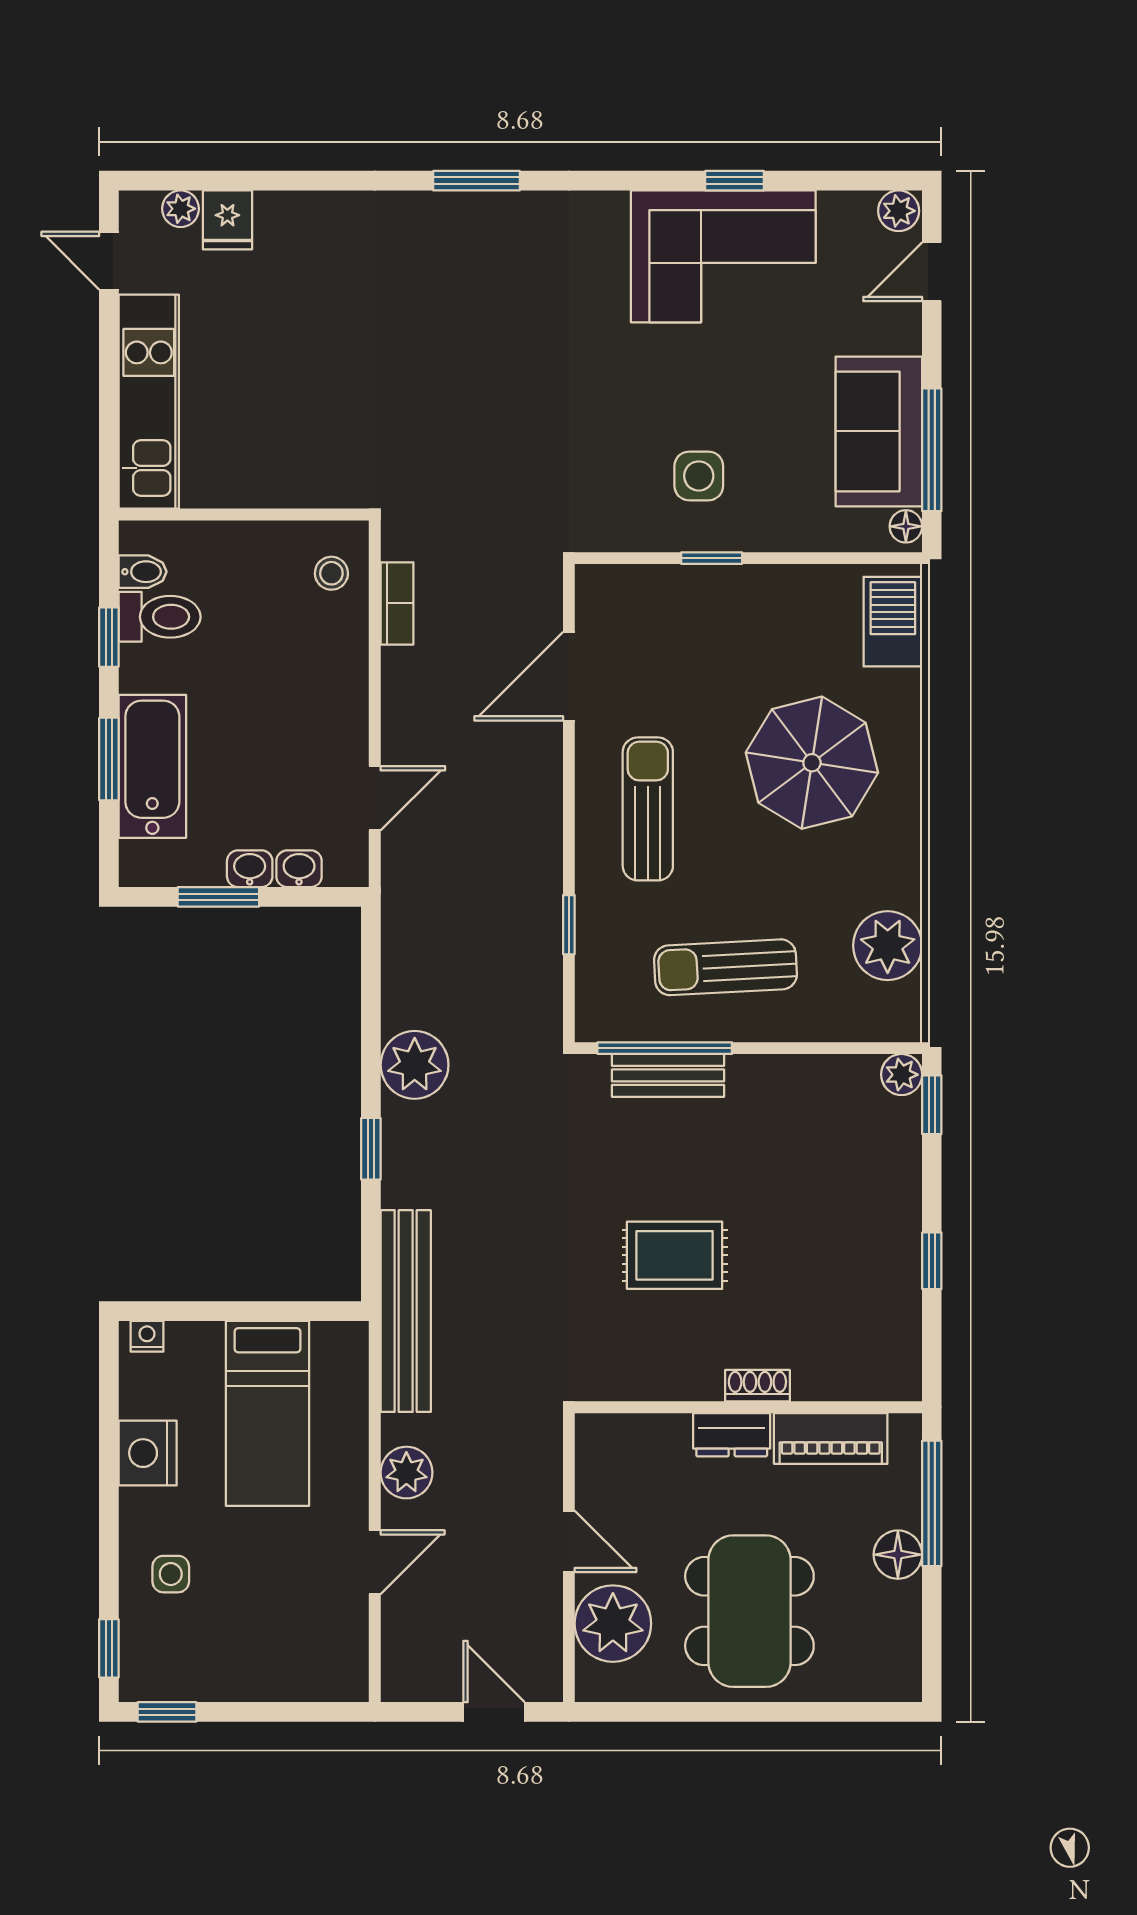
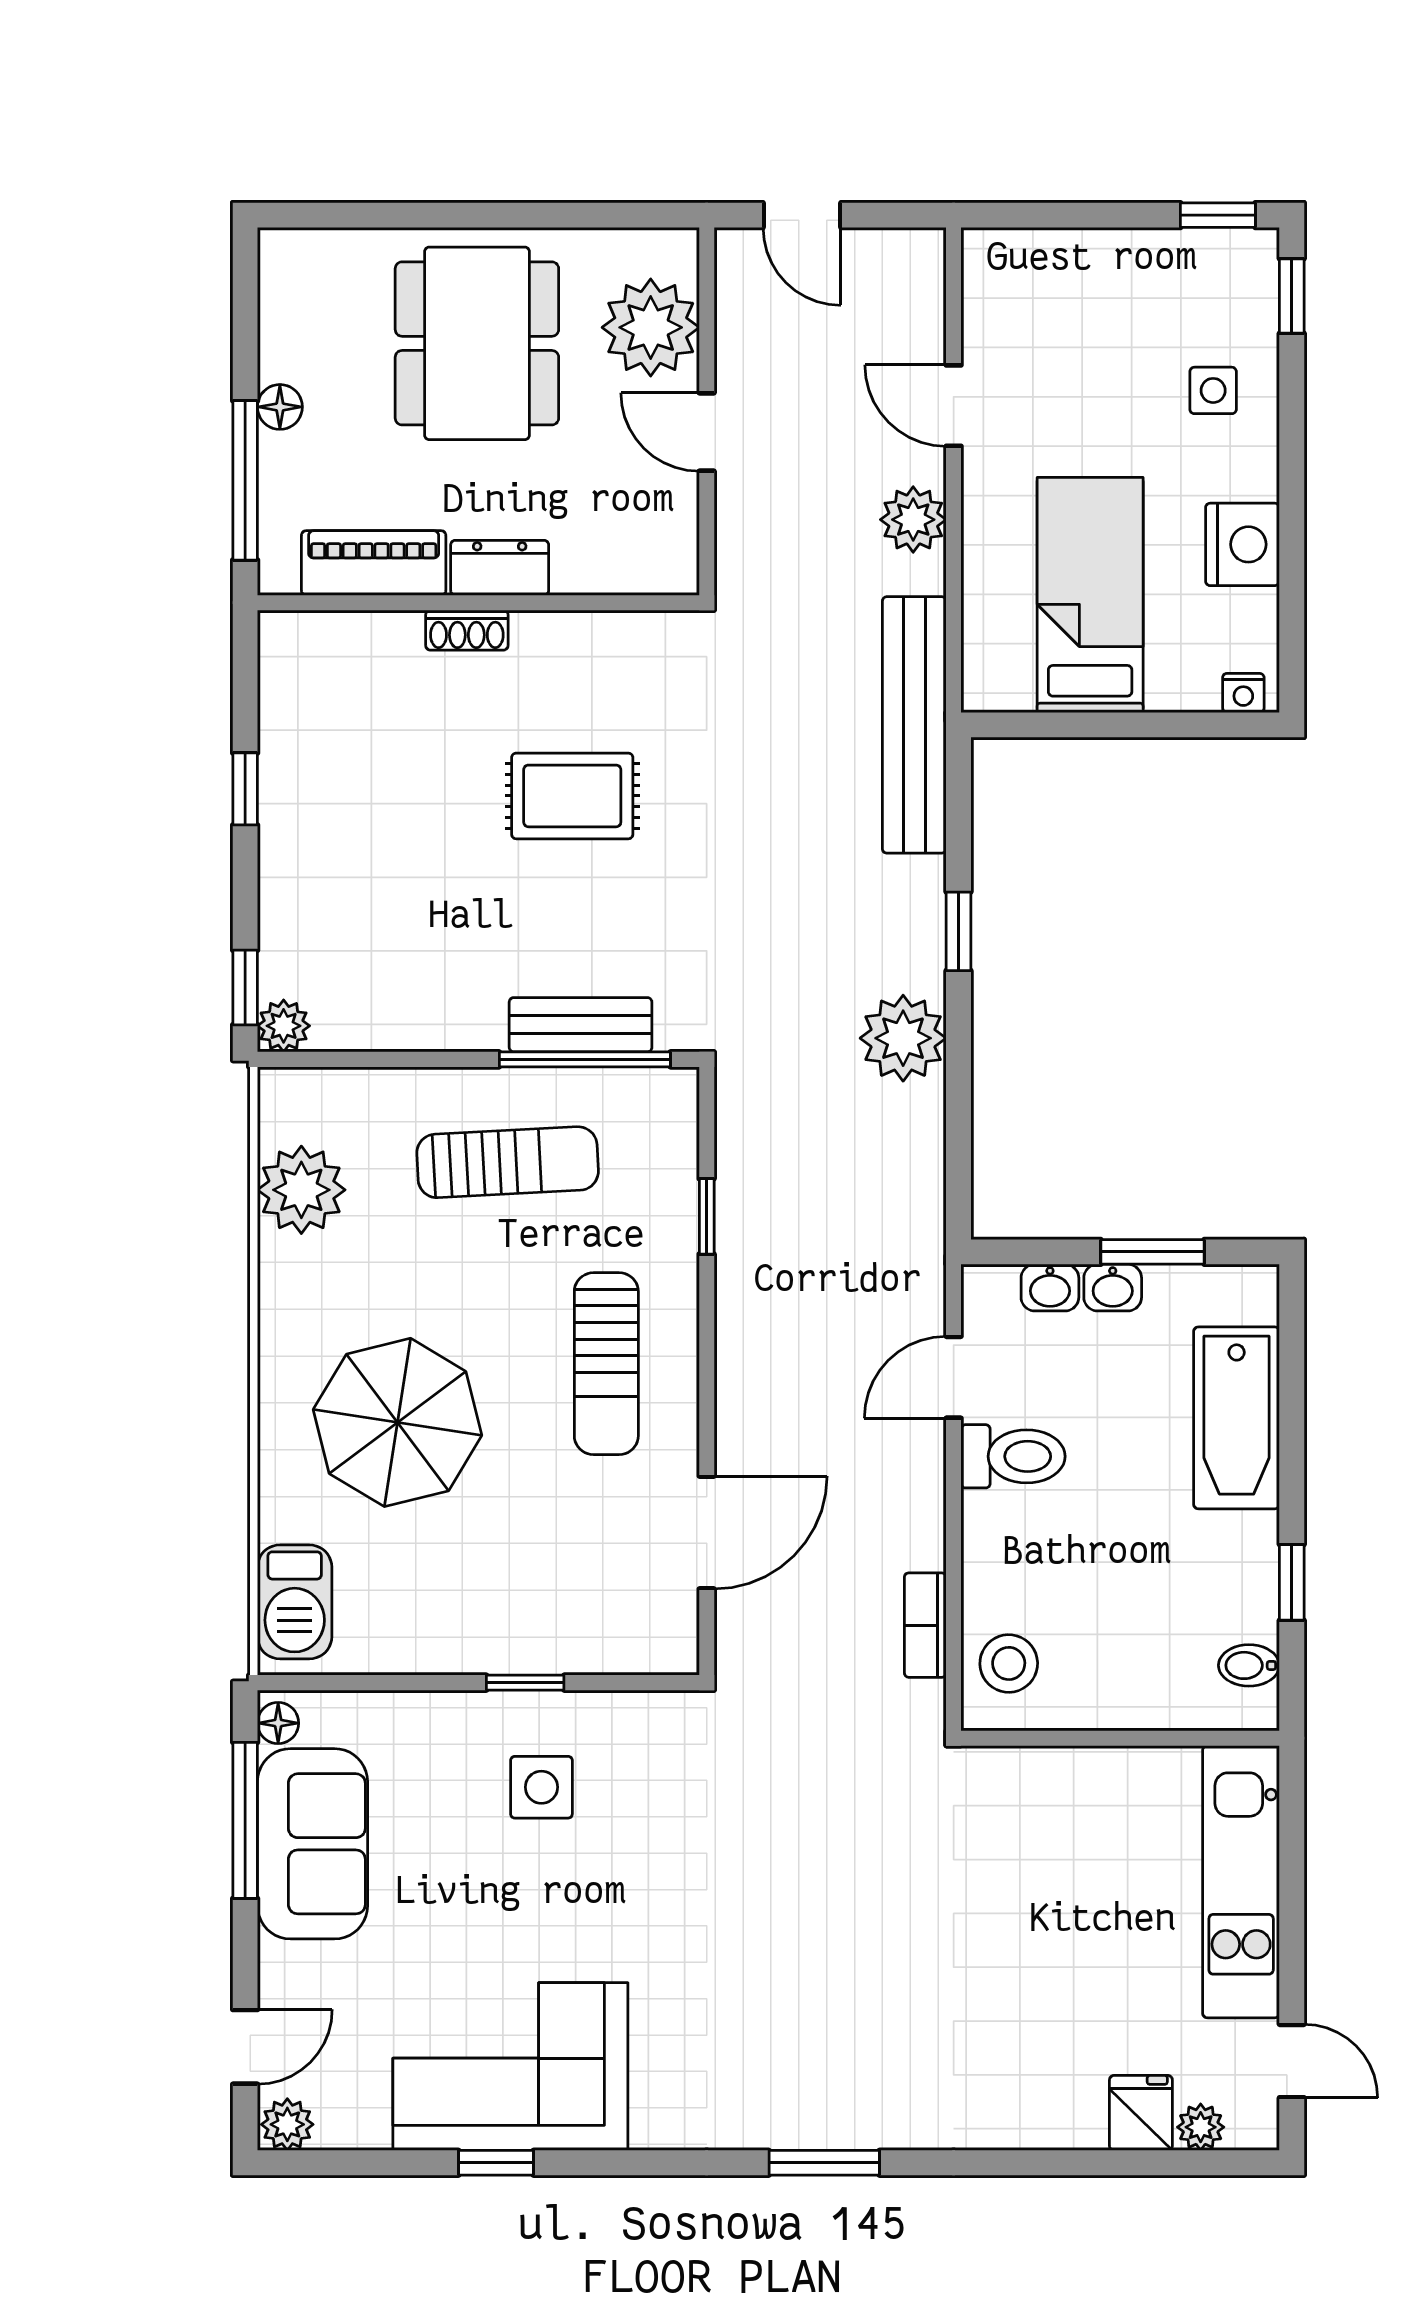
stool: (331, 573) -> (1009, 1663), width x1.37, depth x1.37
toilet: (160, 617) -> (1013, 1456), moved, turned 180
window: (109, 759) -> (1292, 1427), removed
floor lamp: (898, 1555) -> (280, 407), width x0.73, depth x0.73
door: (375, 1562) -> (954, 406), hinge flipped

